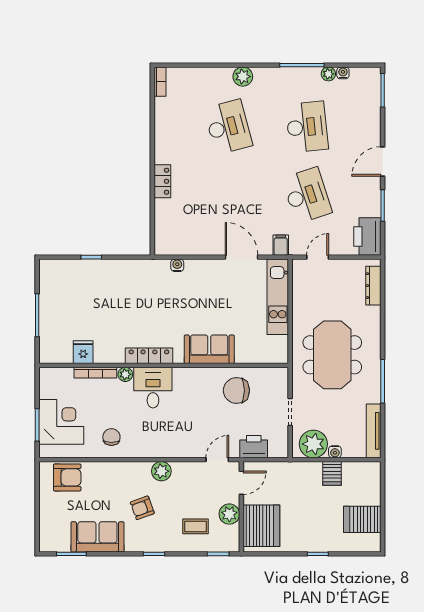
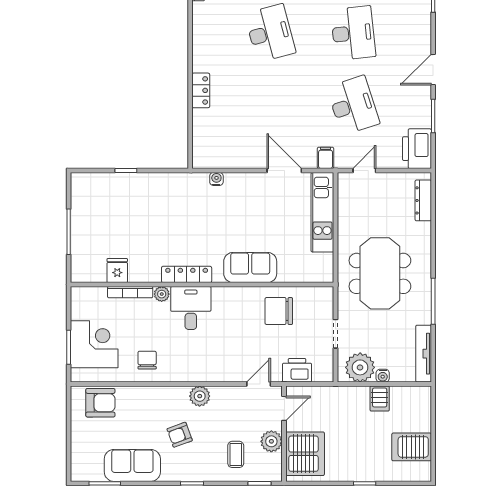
coffee table: (196, 526) -> (236, 454), turned 90

